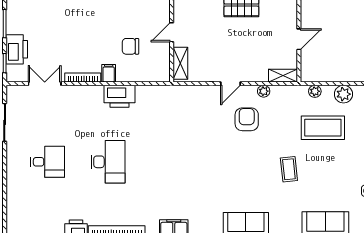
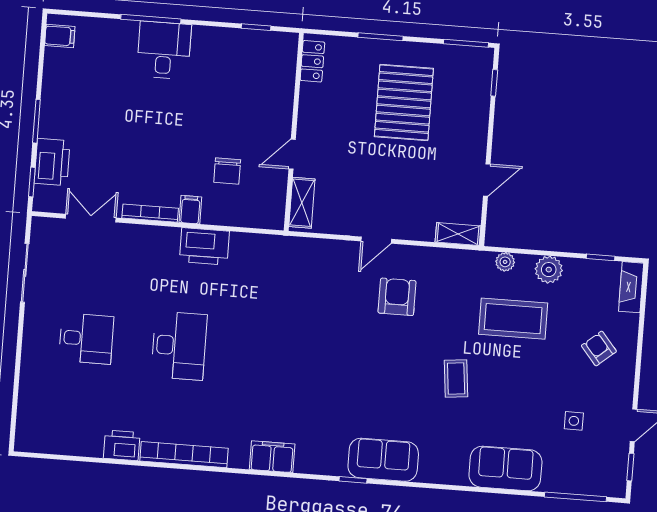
chair: (130, 46) -> (227, 171), turned -90
plant: (264, 91) -> (426, 256), removed

